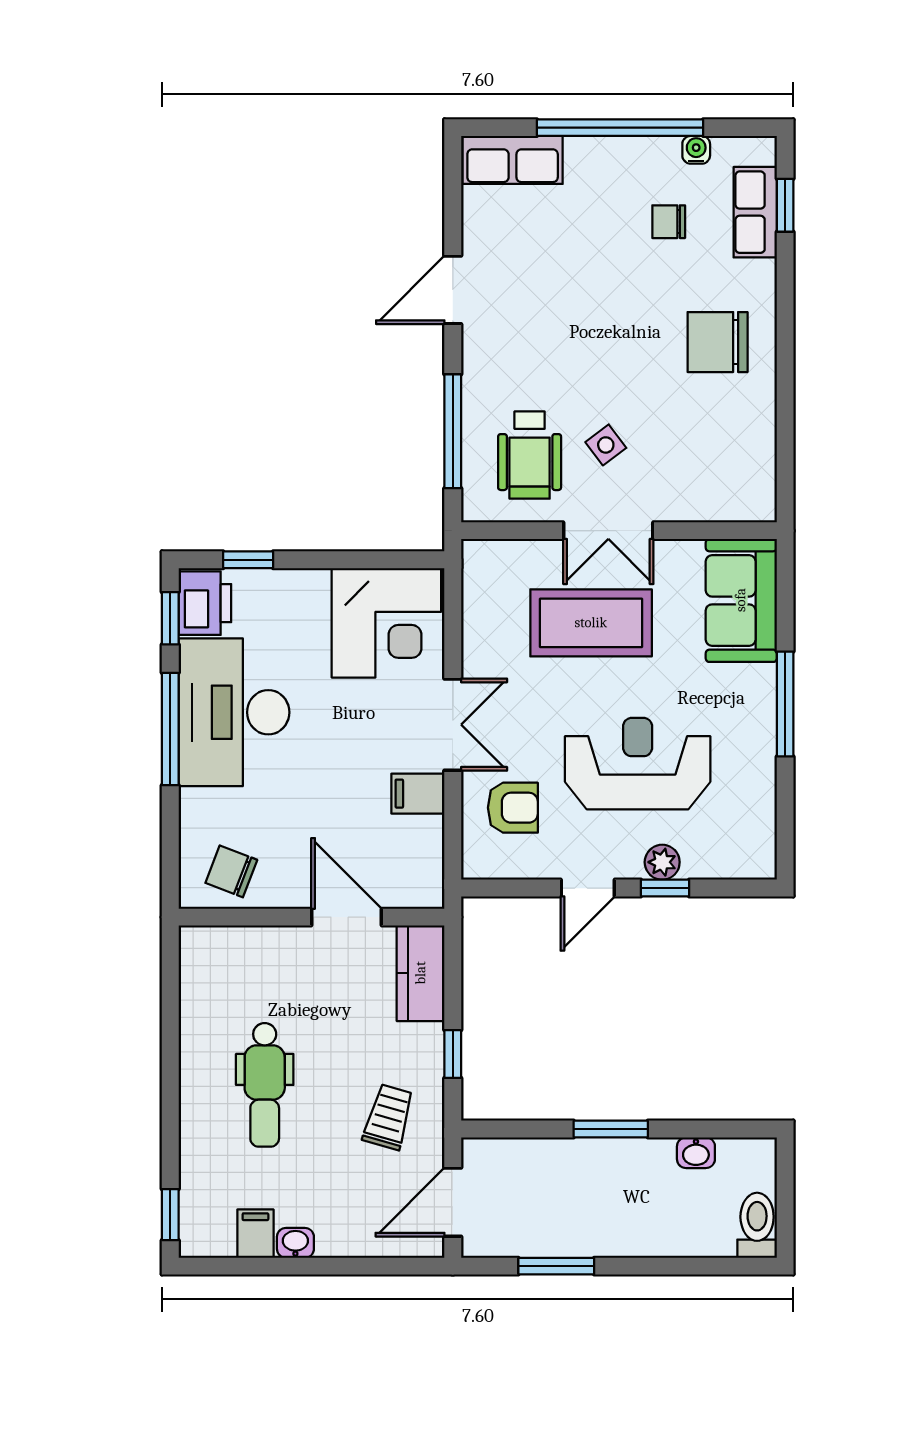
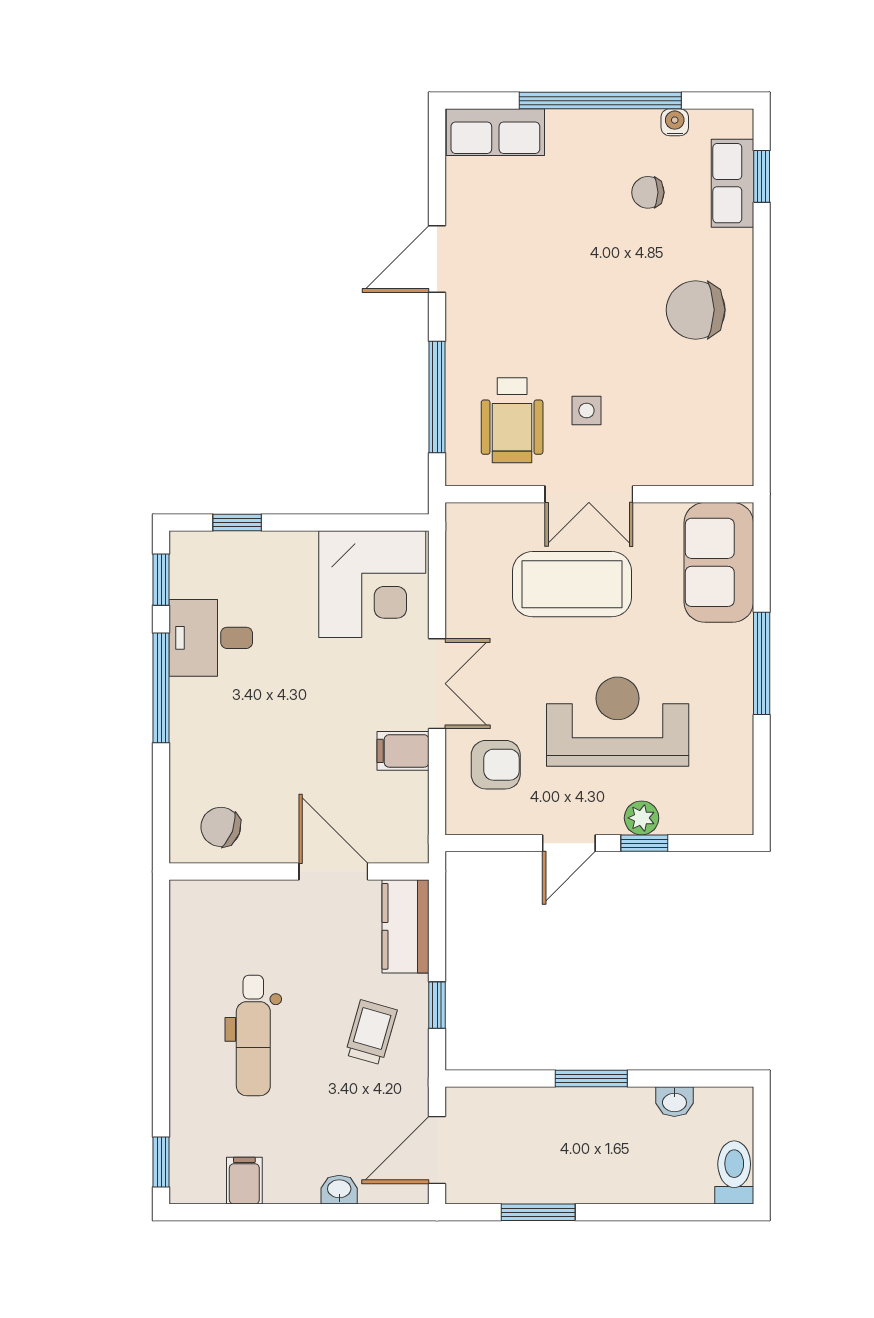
side table: (606, 445) -> (586, 410), turned 37
printer: (205, 603) -> (195, 565), removed
desk: (234, 712) -> (211, 638), width x0.53, depth x0.77
trolley: (389, 1117) -> (371, 1032), moved
washbasin: (295, 1243) -> (339, 1190), moved

